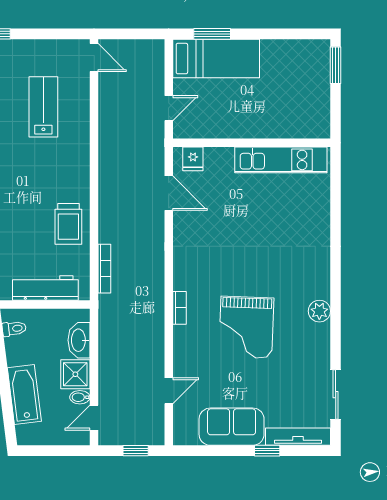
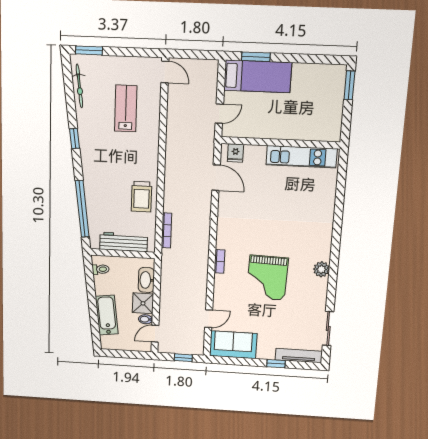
sofa: (232, 427) -> (233, 345), moved

